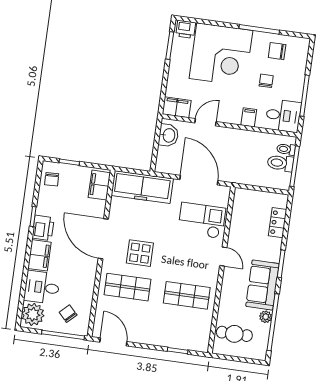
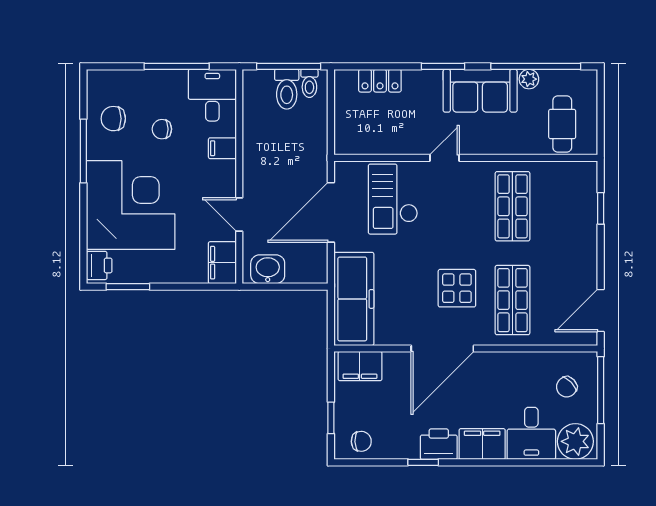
chair: (277, 51) -> (113, 119), turned 90
toilet: (286, 149) -> (309, 83), moved

